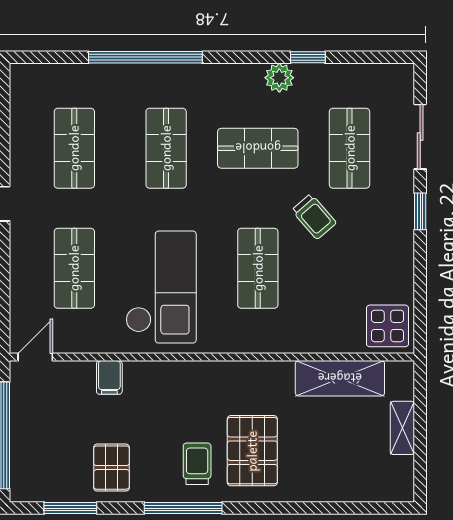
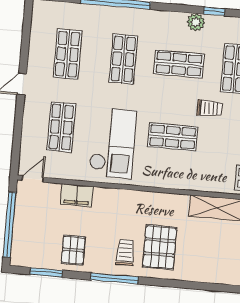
trolley: (314, 216) -> (210, 108), turned -49
shop shelf: (258, 268) -> (173, 137), turned 90
filing cabinet: (109, 377) -> (77, 195), width x2.00

